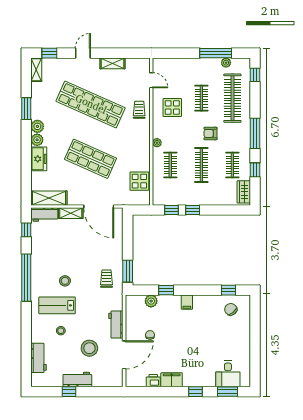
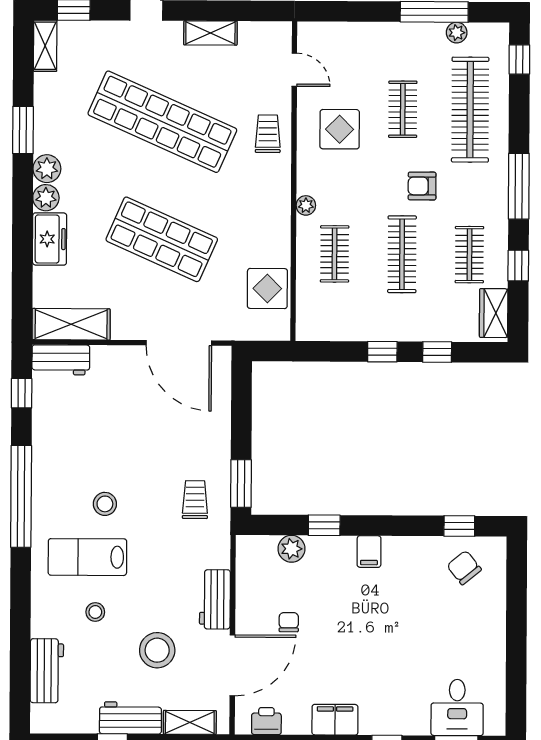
window: (172, 210) -> (437, 352), moved
shelving: (71, 213) -> (190, 722), moved
printer: (153, 381) -> (266, 721), moved

